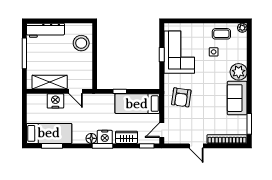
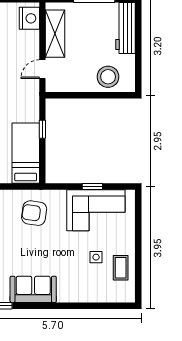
plant: (242, 28) -> (129, 296), removed
plant: (239, 72) -> (69, 291), removed
nightstand: (55, 101) -> (29, 18), moved

